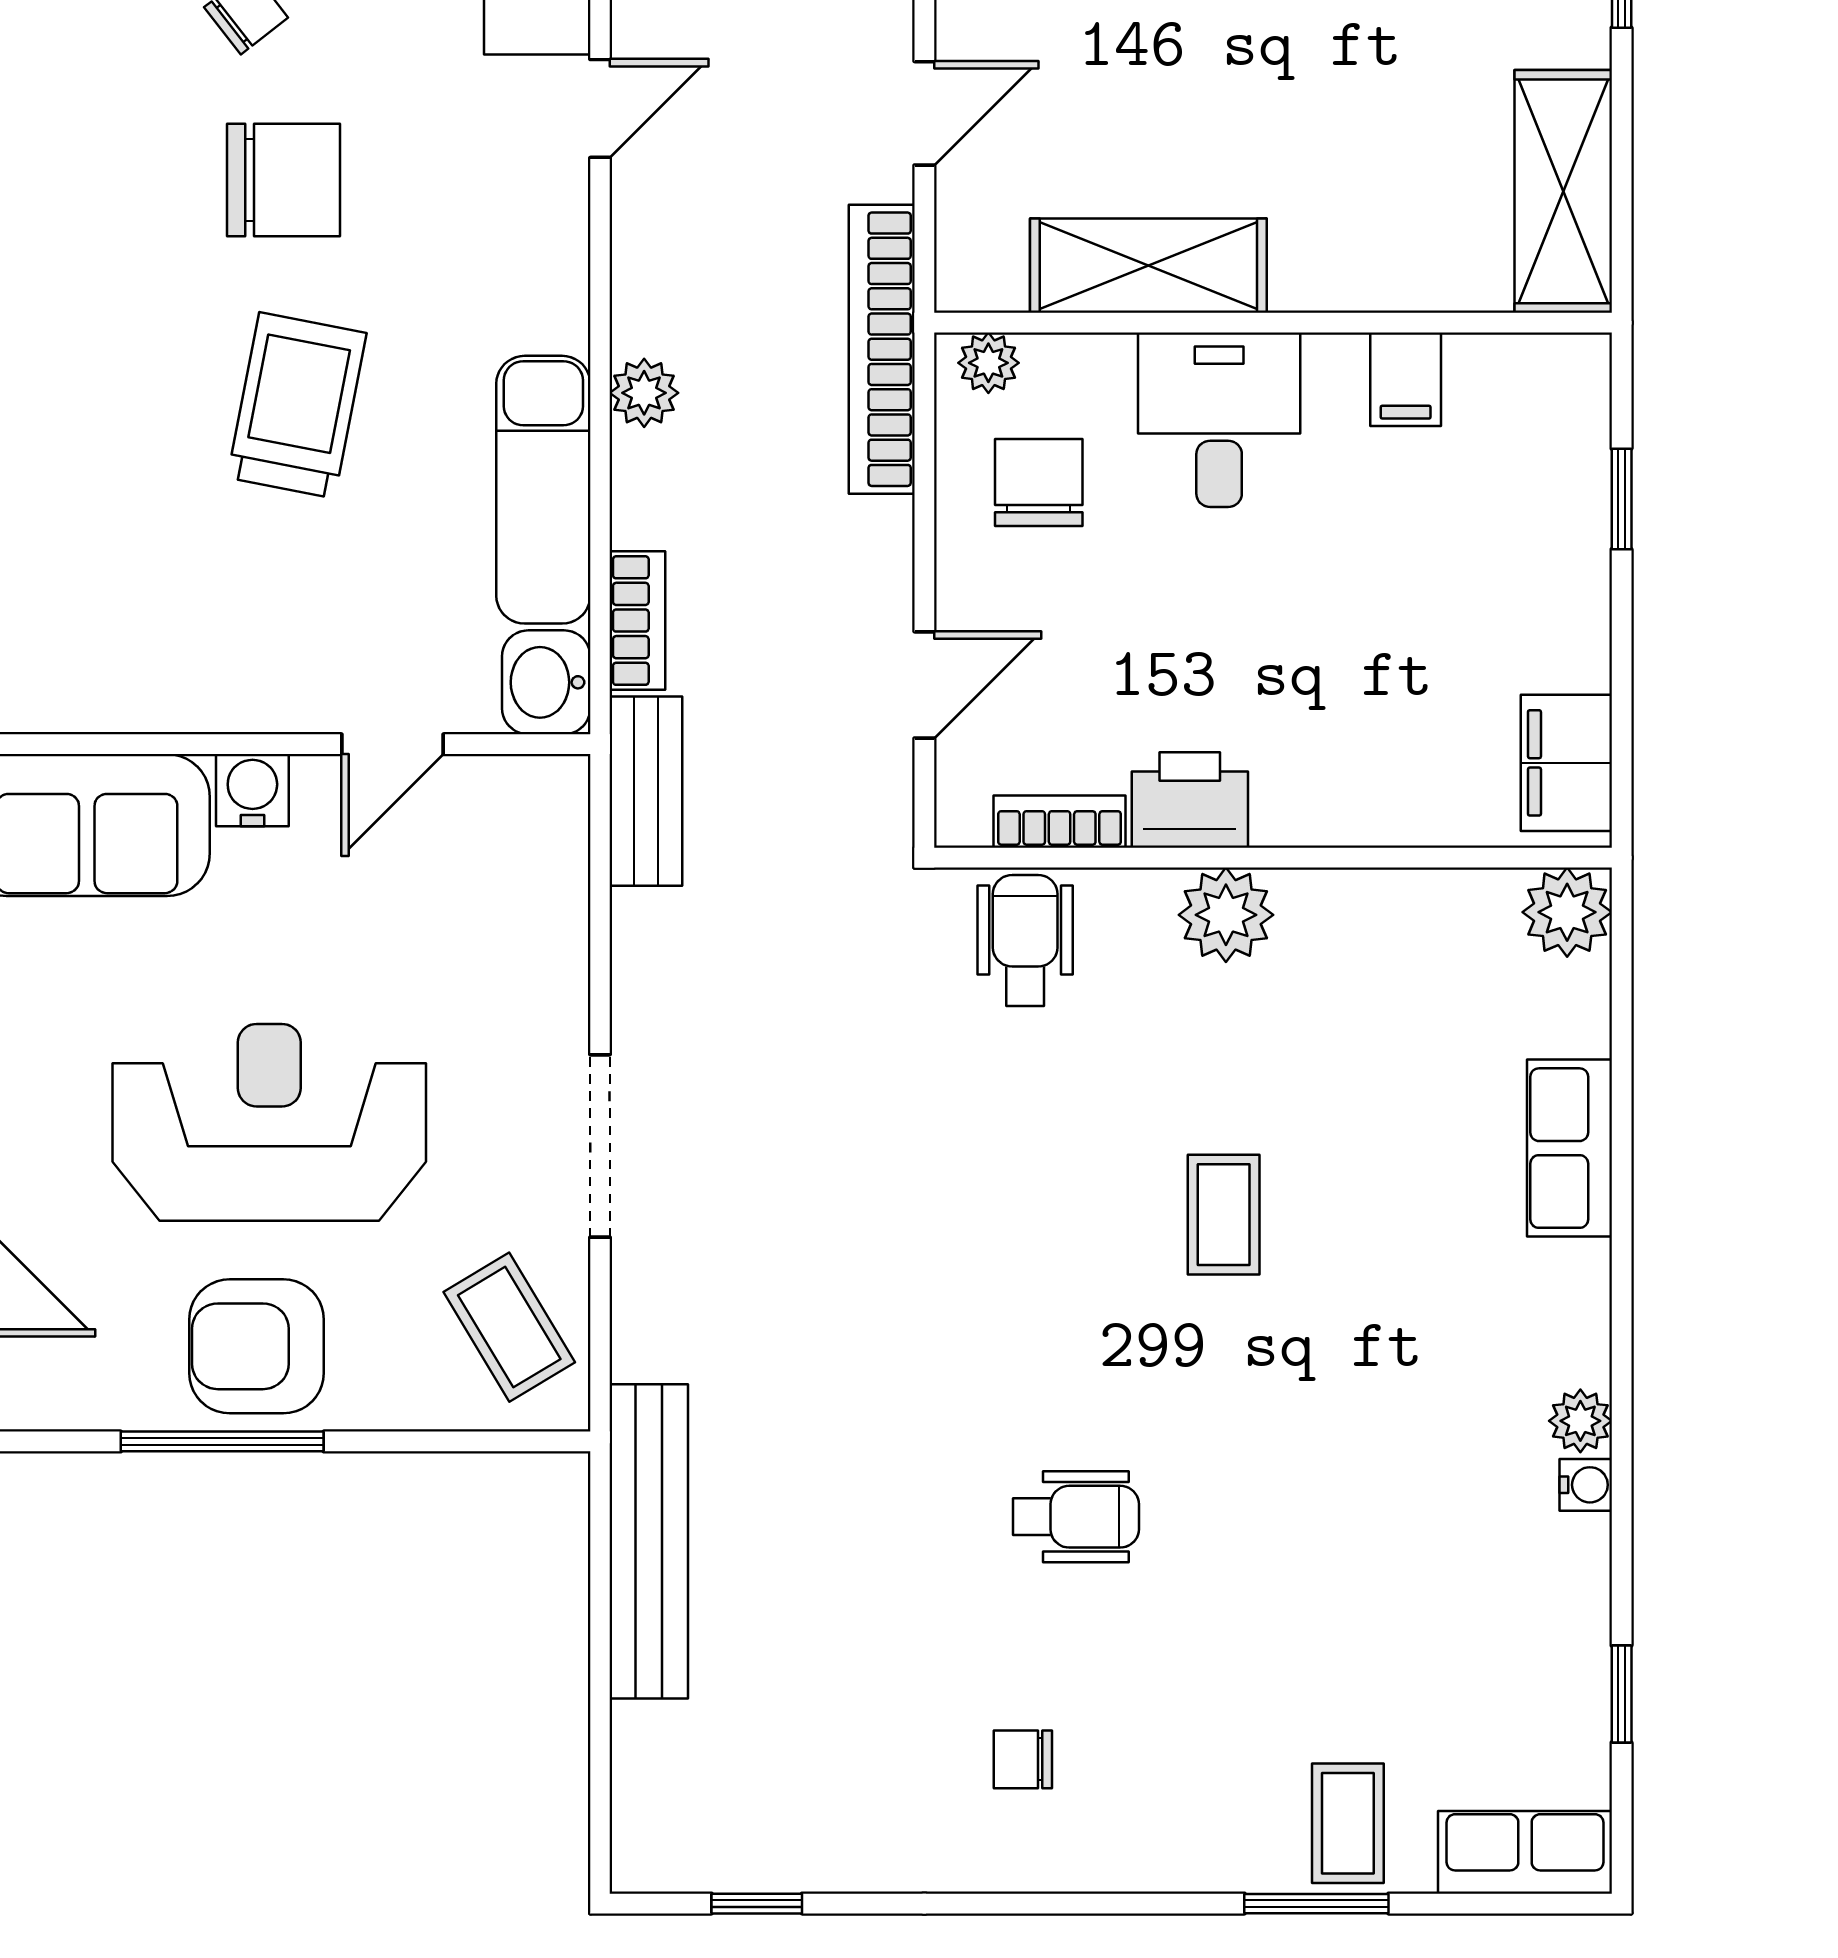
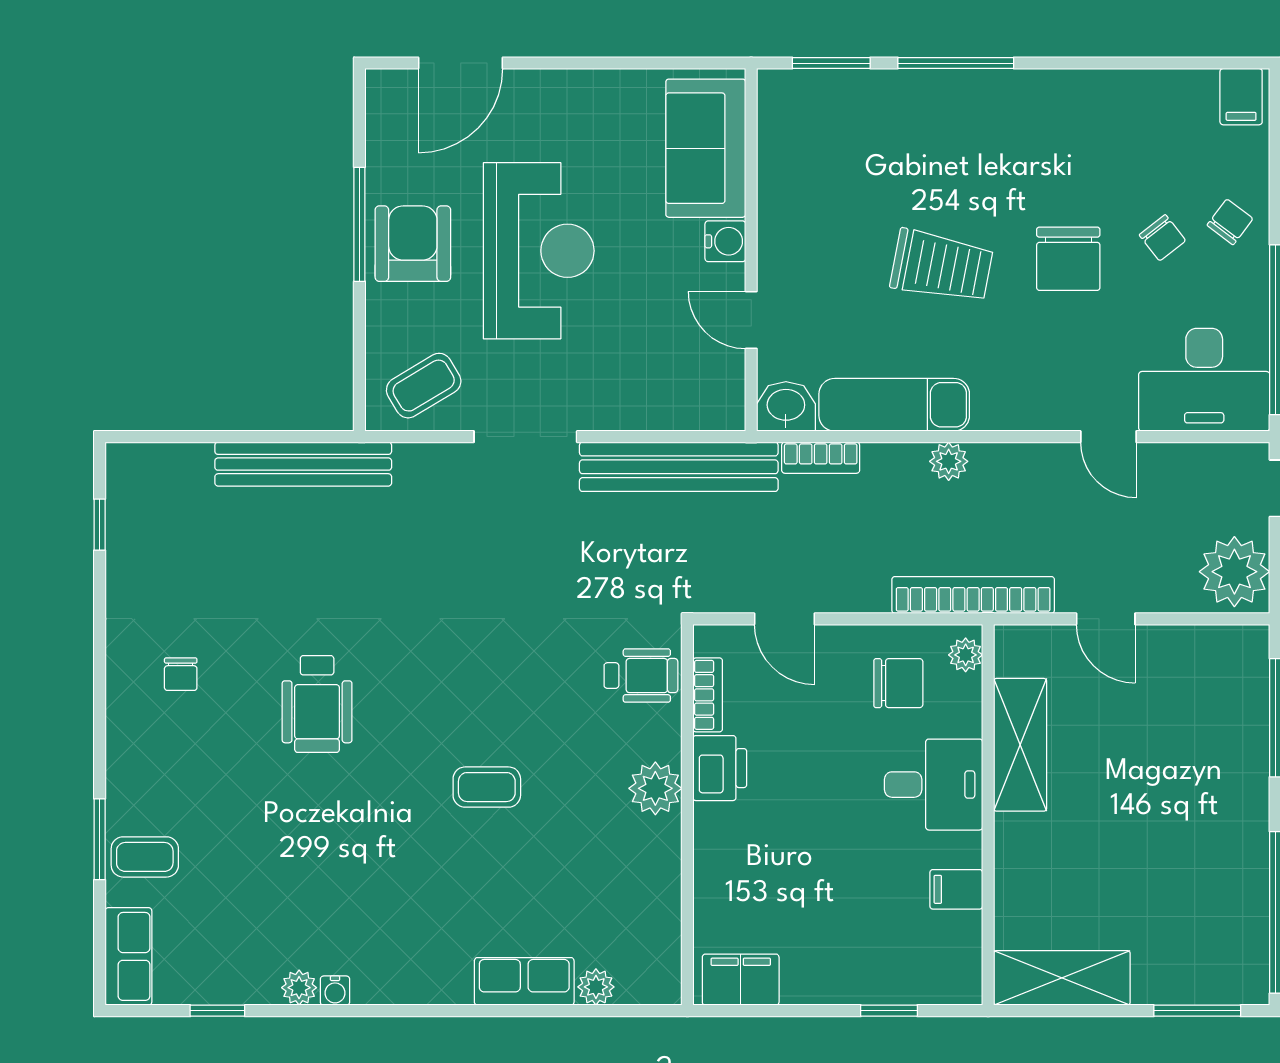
bench: (646, 791) -> (679, 467), width x1.86, depth x1.21
plant: (1567, 912) -> (596, 987), moved, width x0.73, depth x0.73
plant: (1580, 1421) -> (299, 988), moved
wheelchair: (1076, 1517) -> (317, 704), width x1.36, depth x1.37
chair: (1023, 1759) -> (181, 674), turned 180

